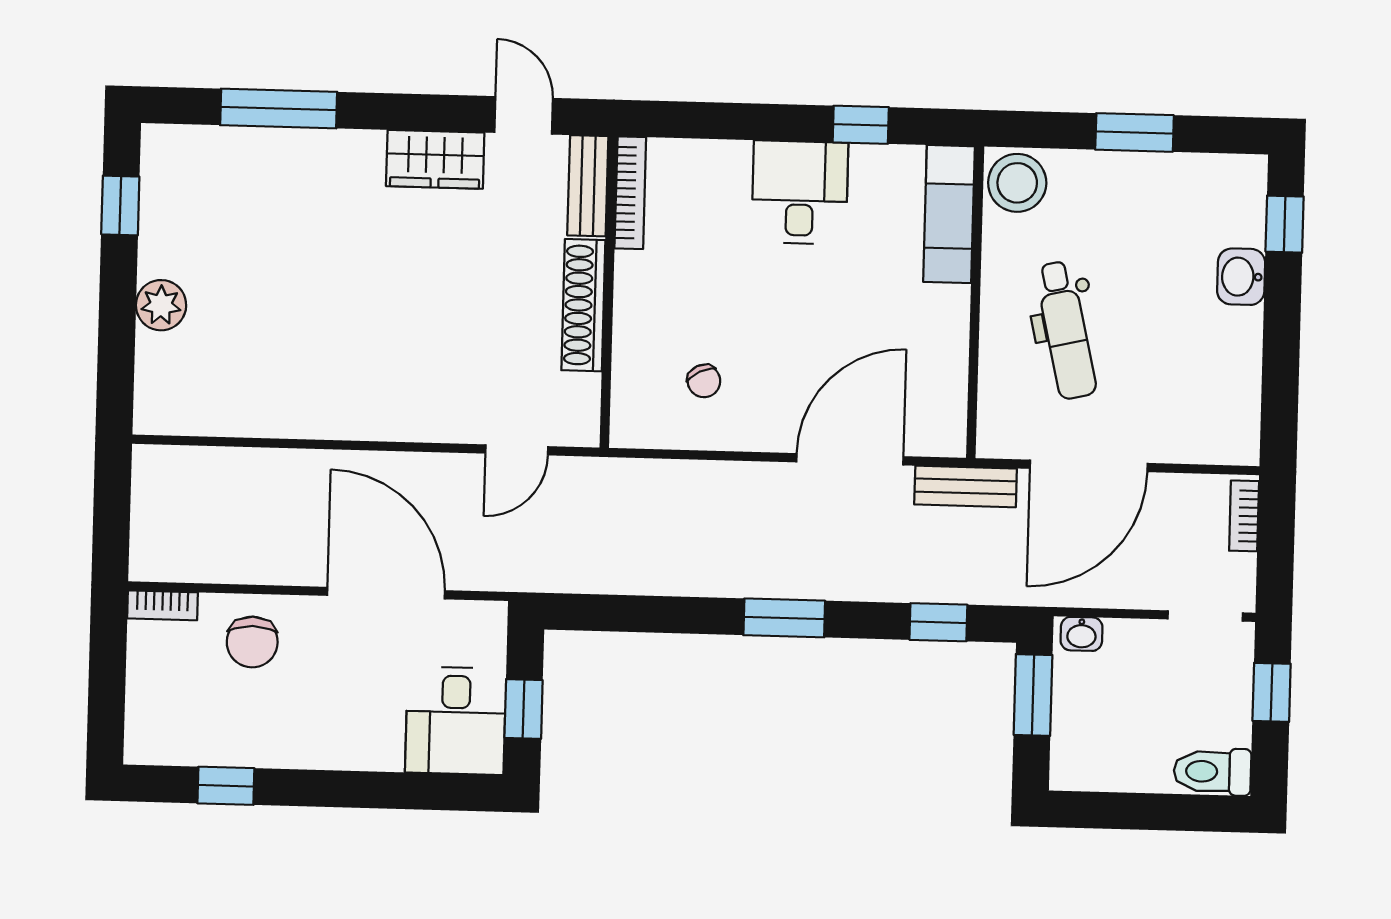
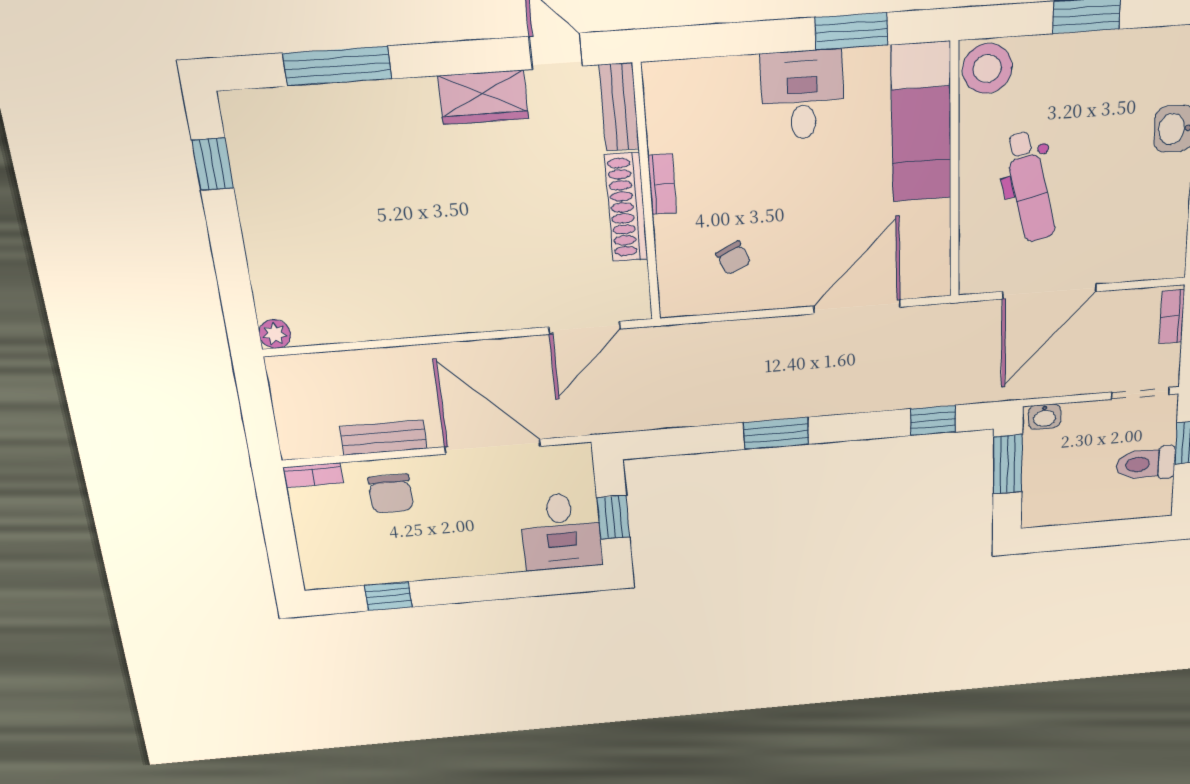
window: (861, 125) -> (851, 31), width x1.50
bookcase: (630, 193) -> (662, 184), moved, width x0.64
exam couch: (949, 214) -> (921, 122), width x1.36, depth x1.45
plant: (161, 305) -> (275, 334), moved, width x0.73, depth x0.73
door: (517, 450) -> (584, 328), width x1.38
bench: (966, 486) -> (384, 438), moved
window: (784, 618) -> (776, 433), moved
toilet: (1212, 772) -> (1146, 464), moved

